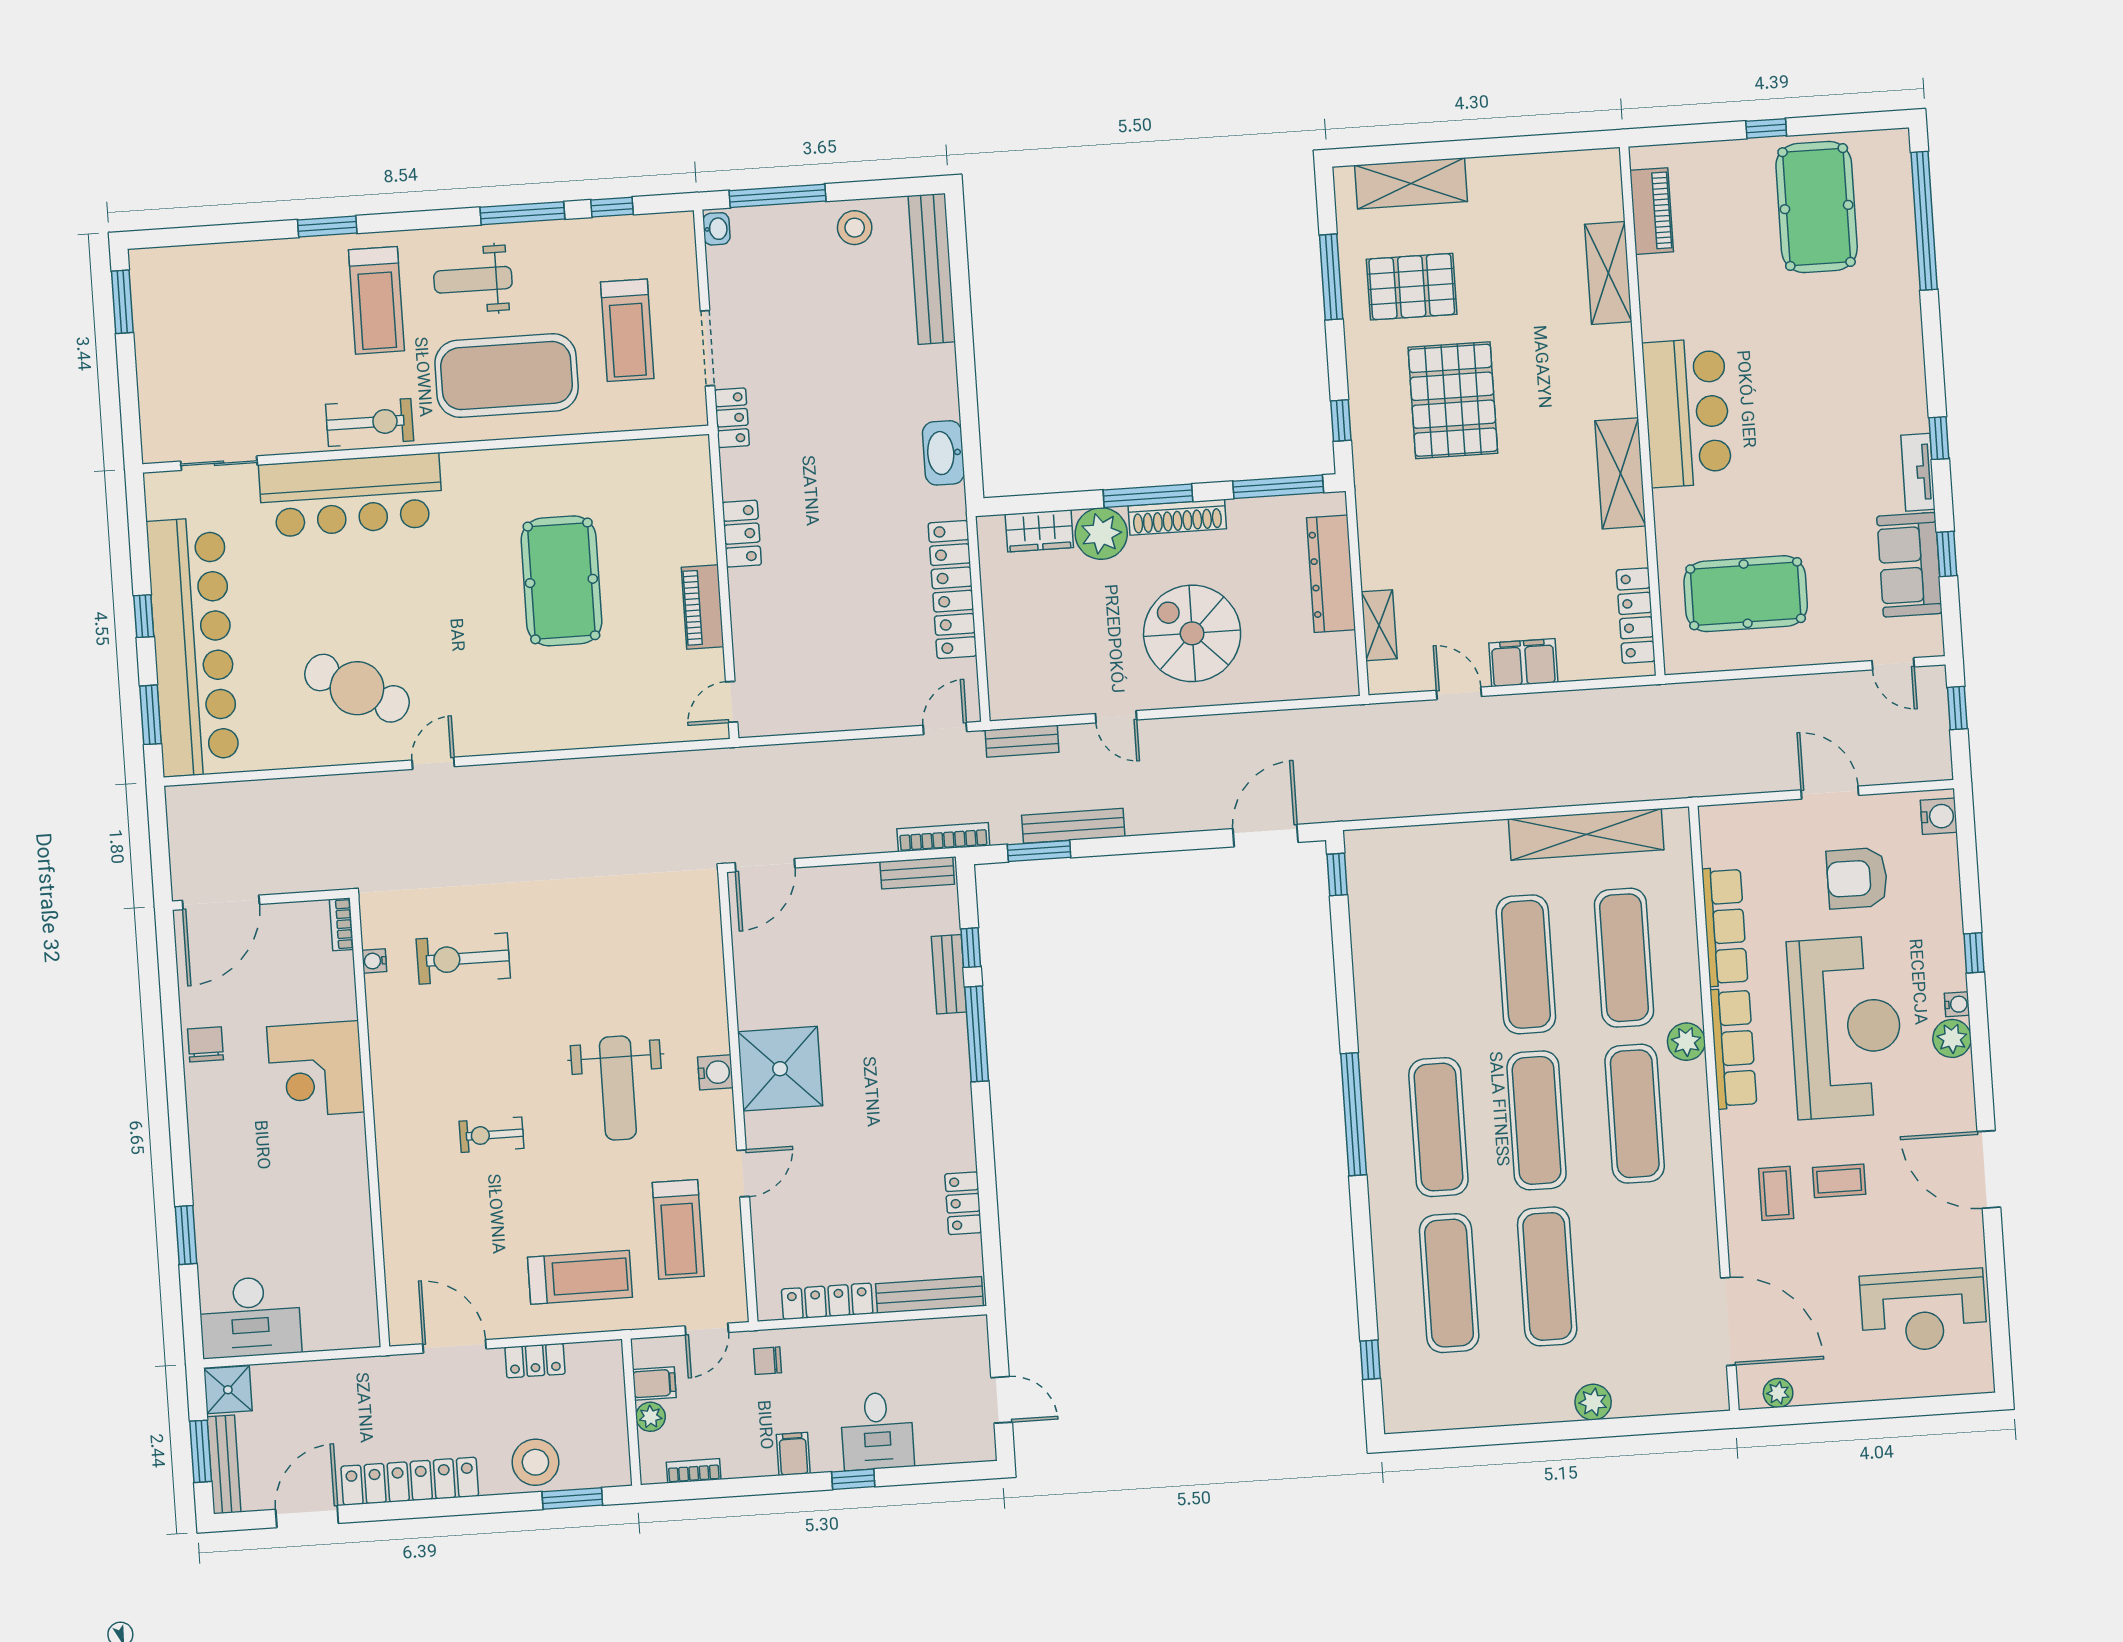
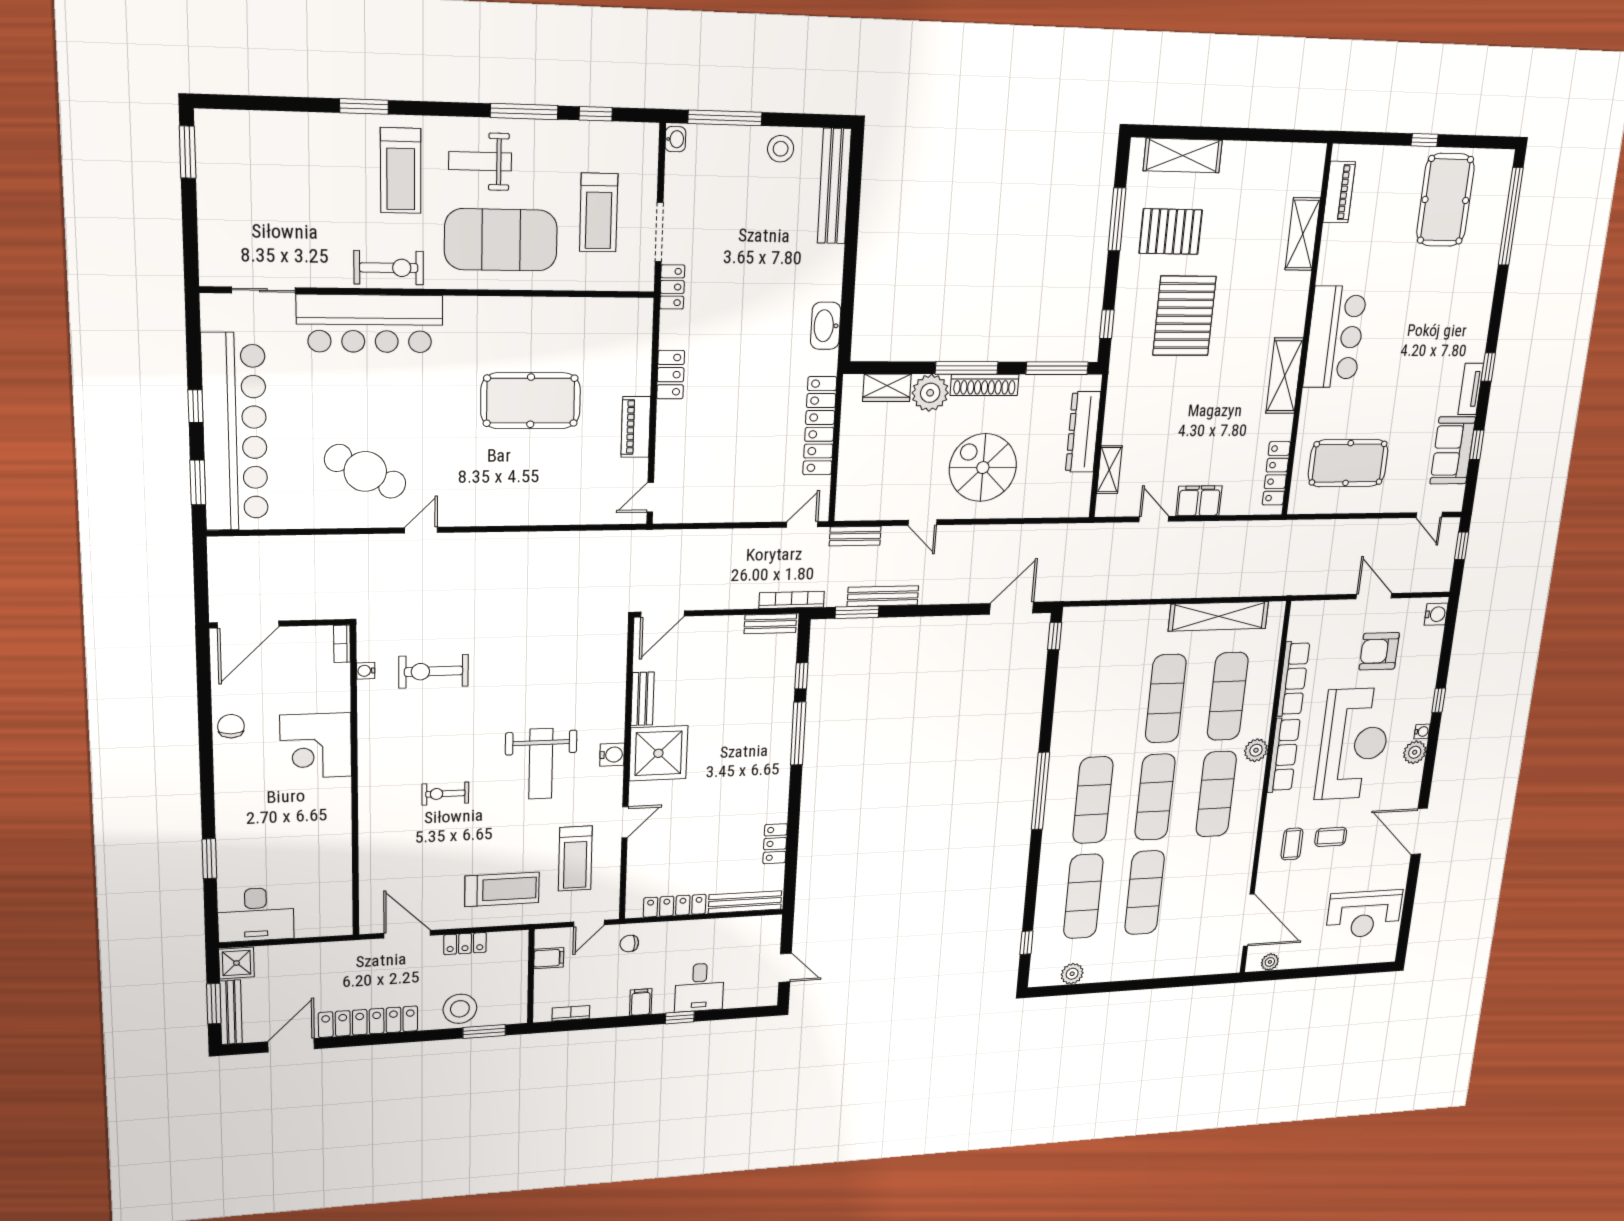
pool table: (561, 581) -> (531, 401), turned 90
bench: (949, 974) -> (642, 699), moved
plant: (1593, 1402) -> (1072, 974), moved
plant: (650, 1417) -> (544, 979), removed

